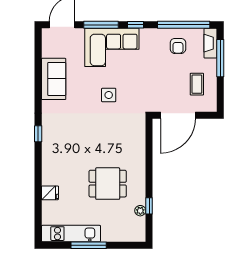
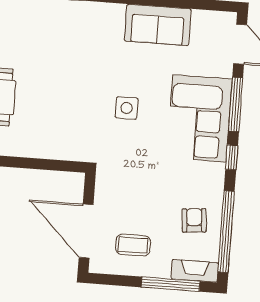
armchair: (178, 46) -> (194, 220), turned 85
door: (178, 115) -> (86, 231), moved

